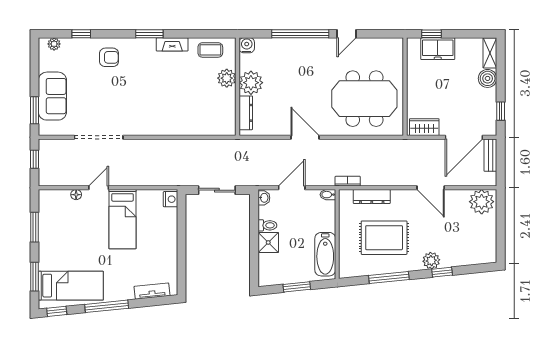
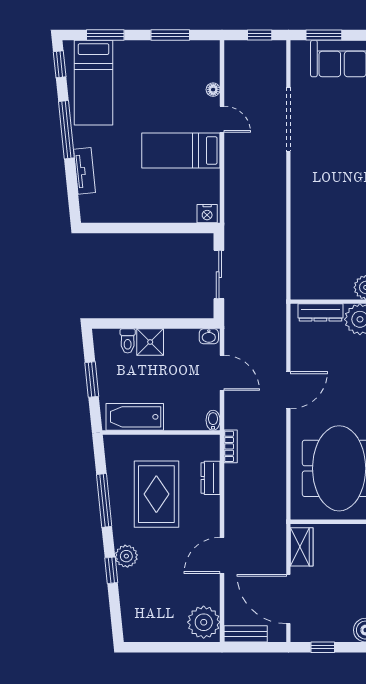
bench: (490, 155) -> (246, 634), moved
dresser: (372, 197) -> (211, 478), width x0.70
toilet: (267, 225) -> (128, 341), moved
tv unit: (152, 291) -> (84, 171), moved

